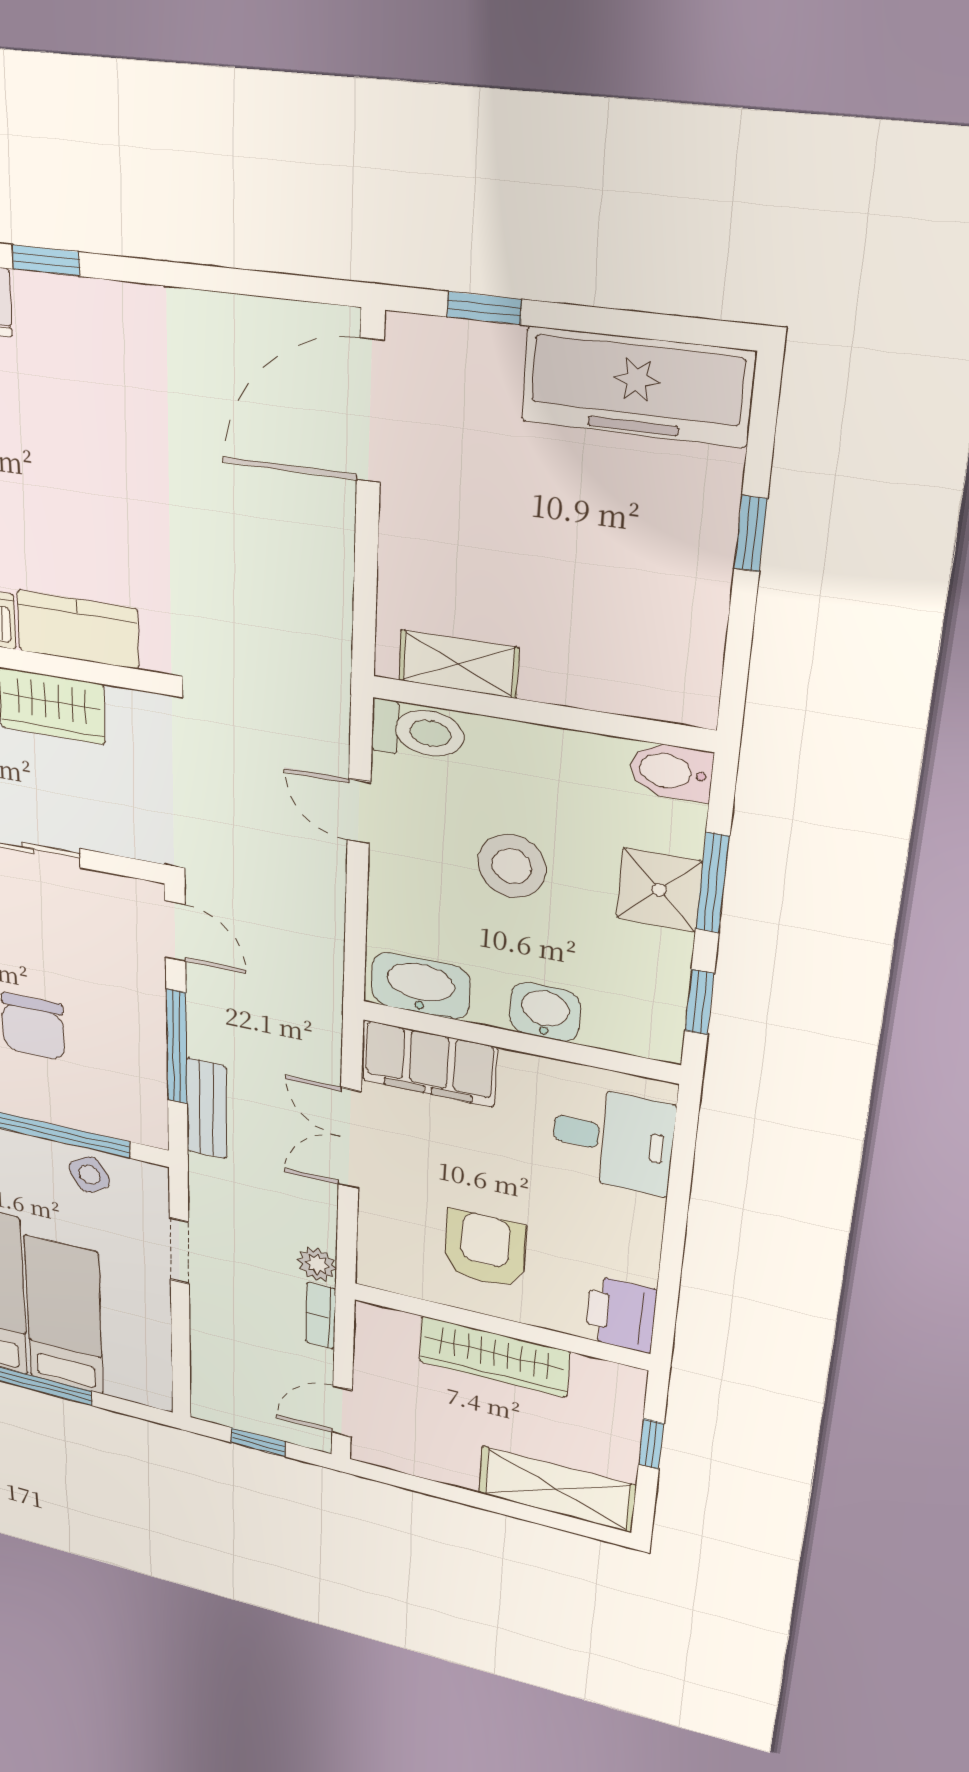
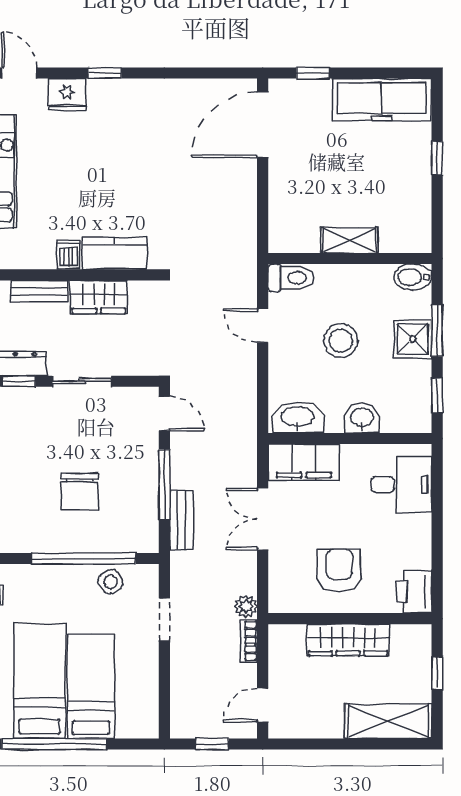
shelving: (458, 664) -> (349, 240), moved

